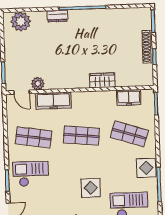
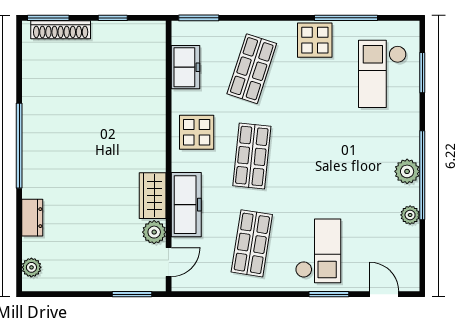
dresser: (57, 16) -> (32, 218), moved
plant: (21, 22) -> (31, 267), width x0.53, depth x0.53
shoe rack: (147, 47) -> (61, 30), moved
wardrobe: (102, 80) -> (153, 196), moved
checkout: (31, 174) -> (318, 251), turned 180
display table: (91, 188) -> (197, 132), moved

